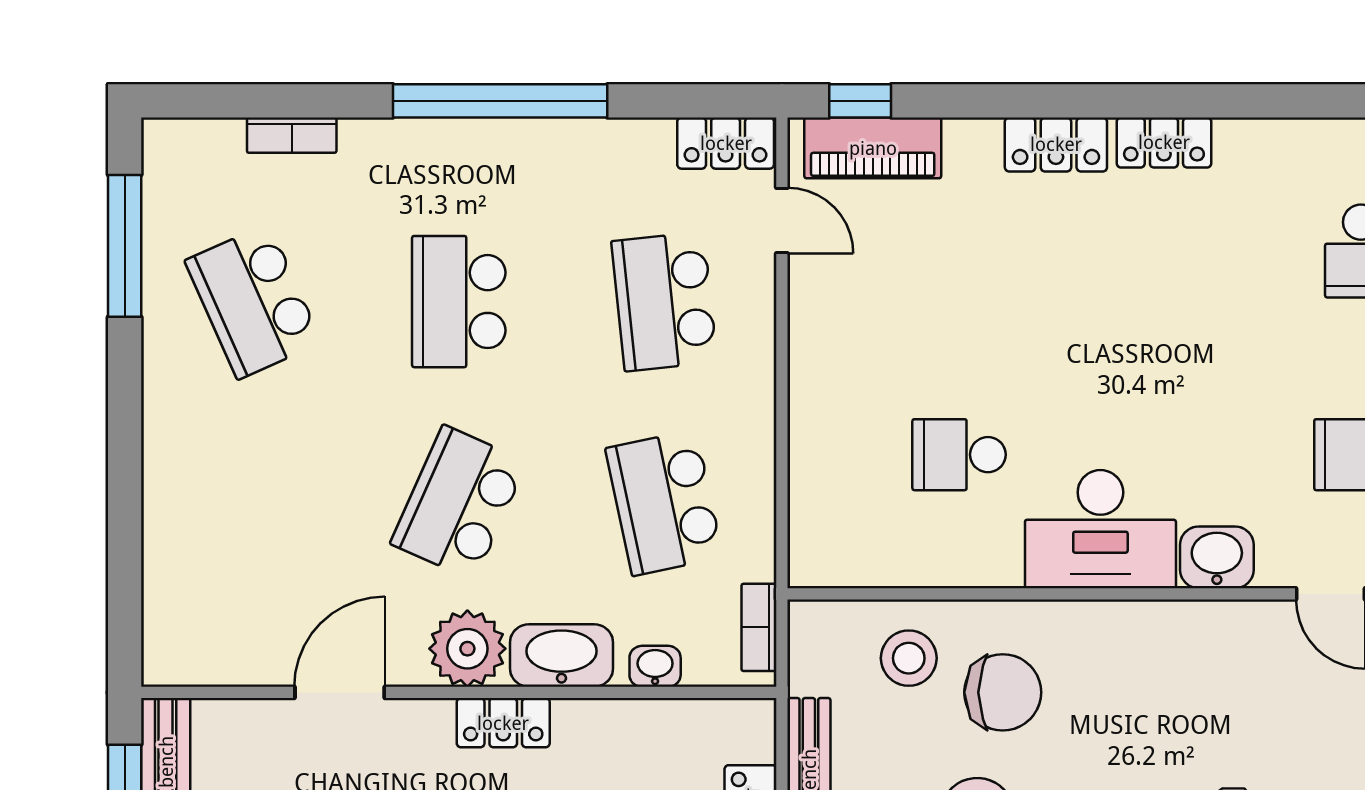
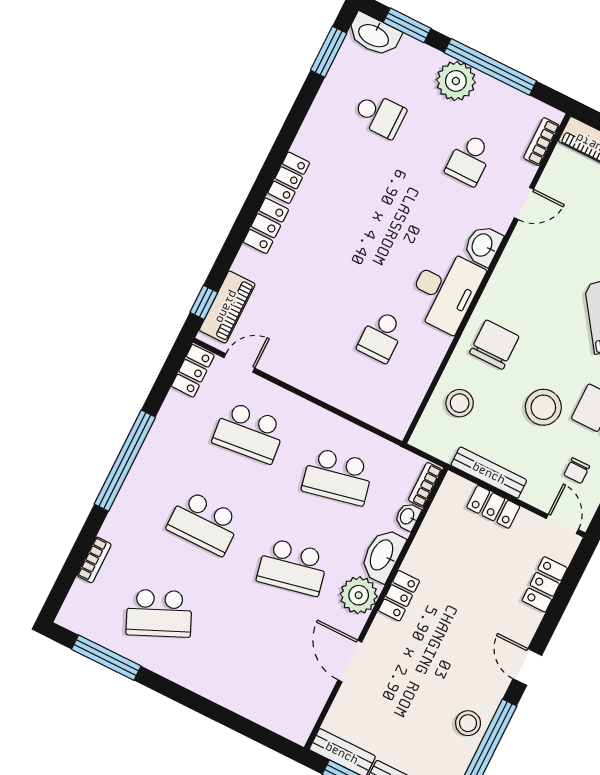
school desk: (459, 503) -> (293, 567), turned -36
bookcase: (759, 627) -> (425, 485), moved, turned 90
chair: (1003, 692) -> (494, 345), moved

